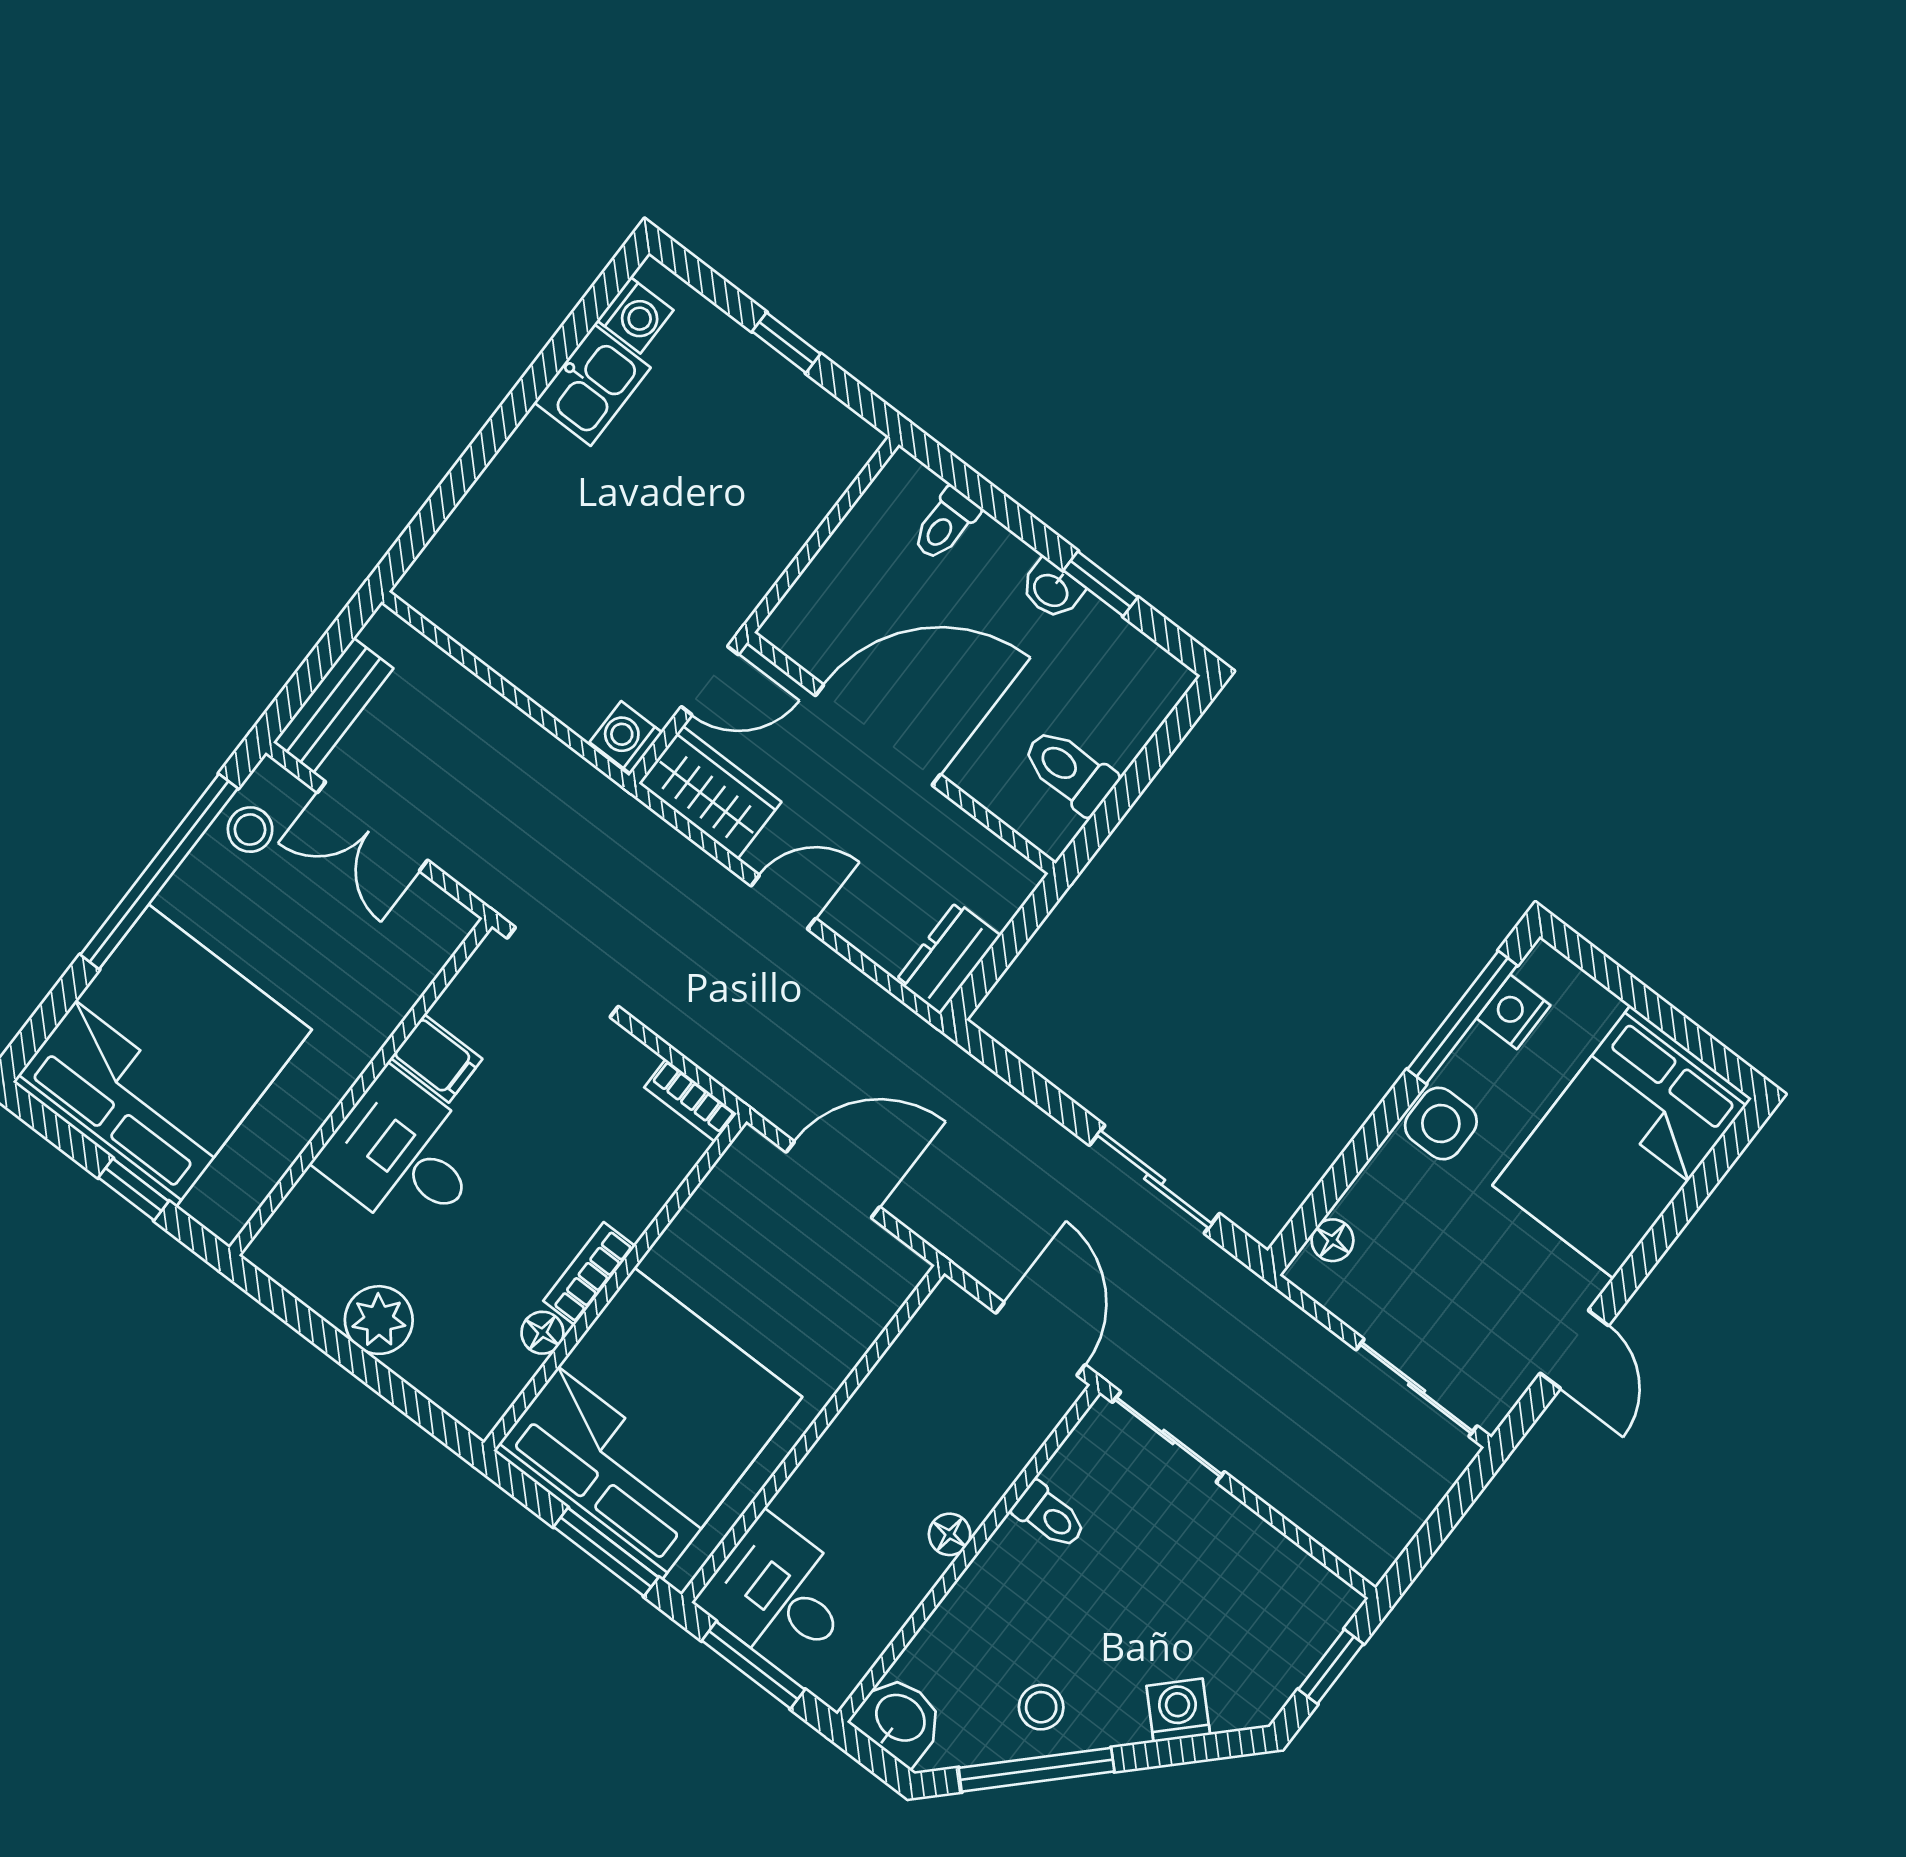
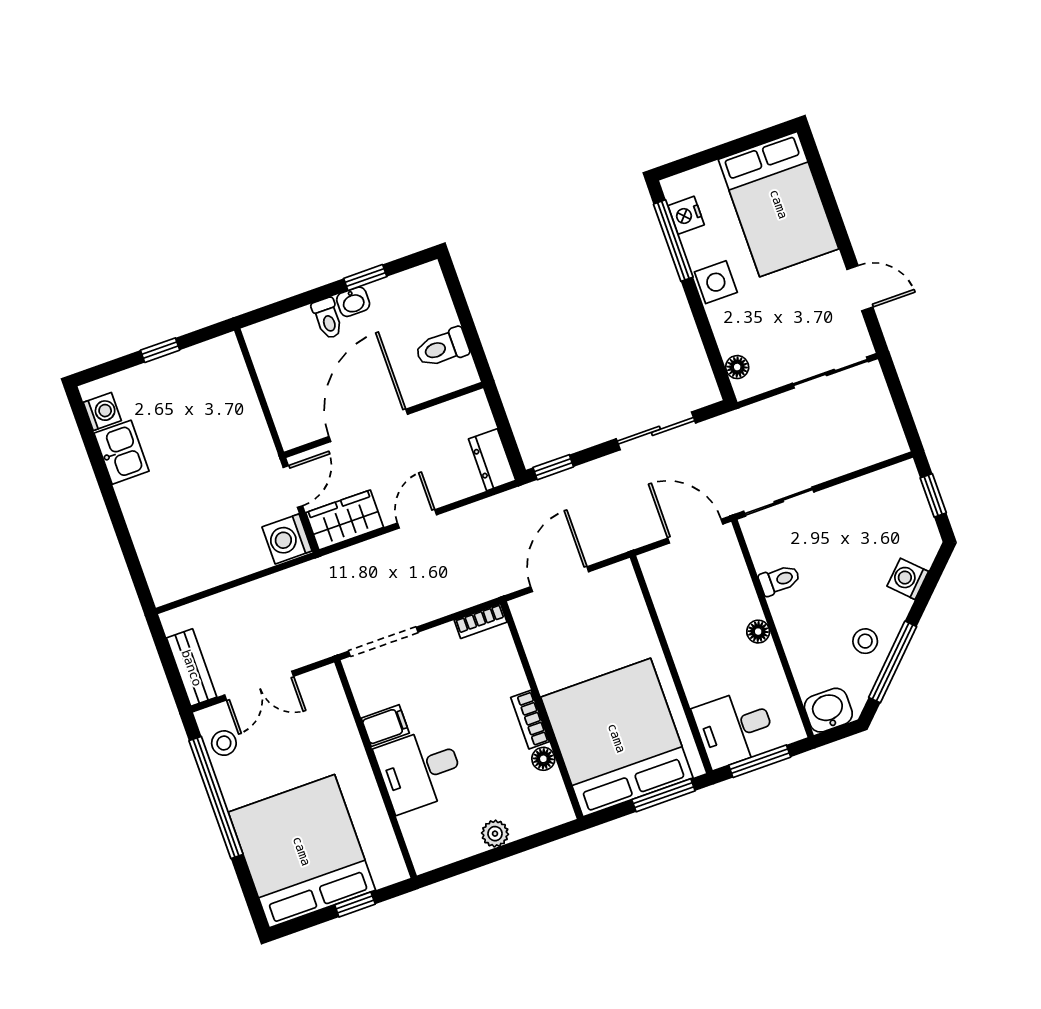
toilet: (945, 524) -> (327, 318), moved
washing machine: (626, 737) -> (287, 539), width x1.38, depth x1.38
window: (997, 1059) -> (553, 467), added
plant: (379, 1320) -> (495, 834), width x0.73, depth x0.73

